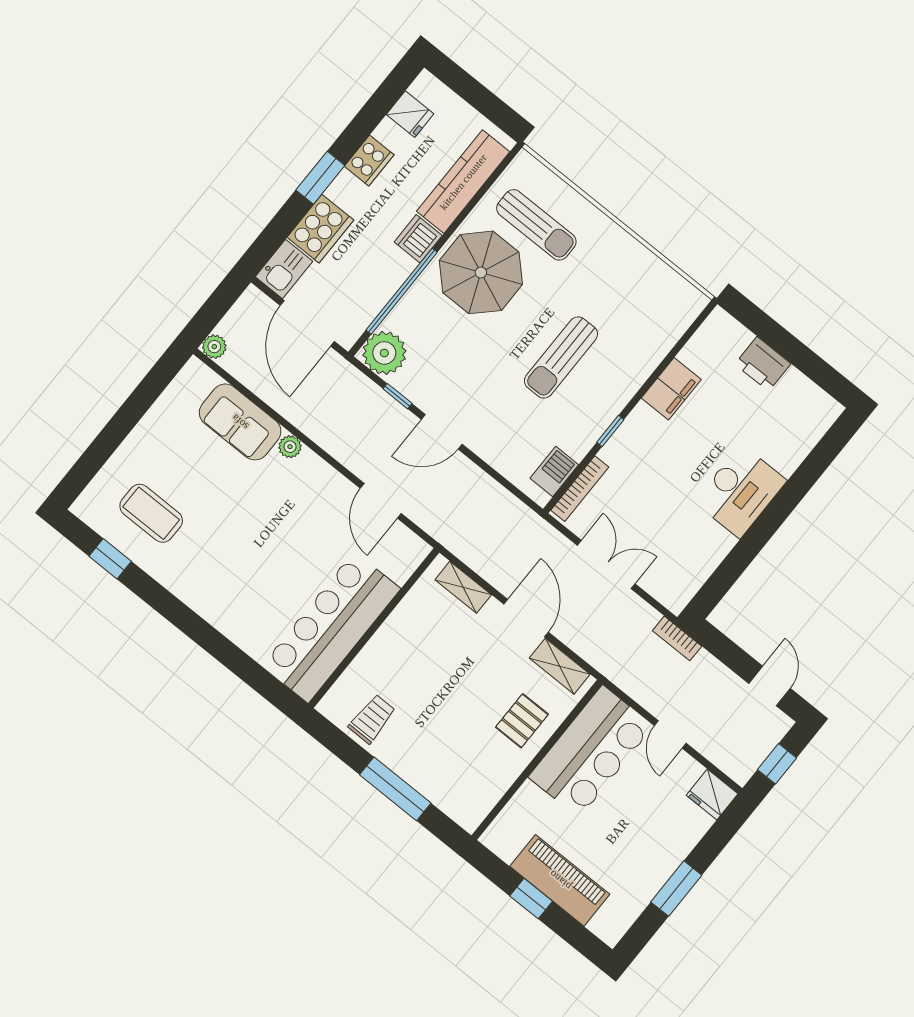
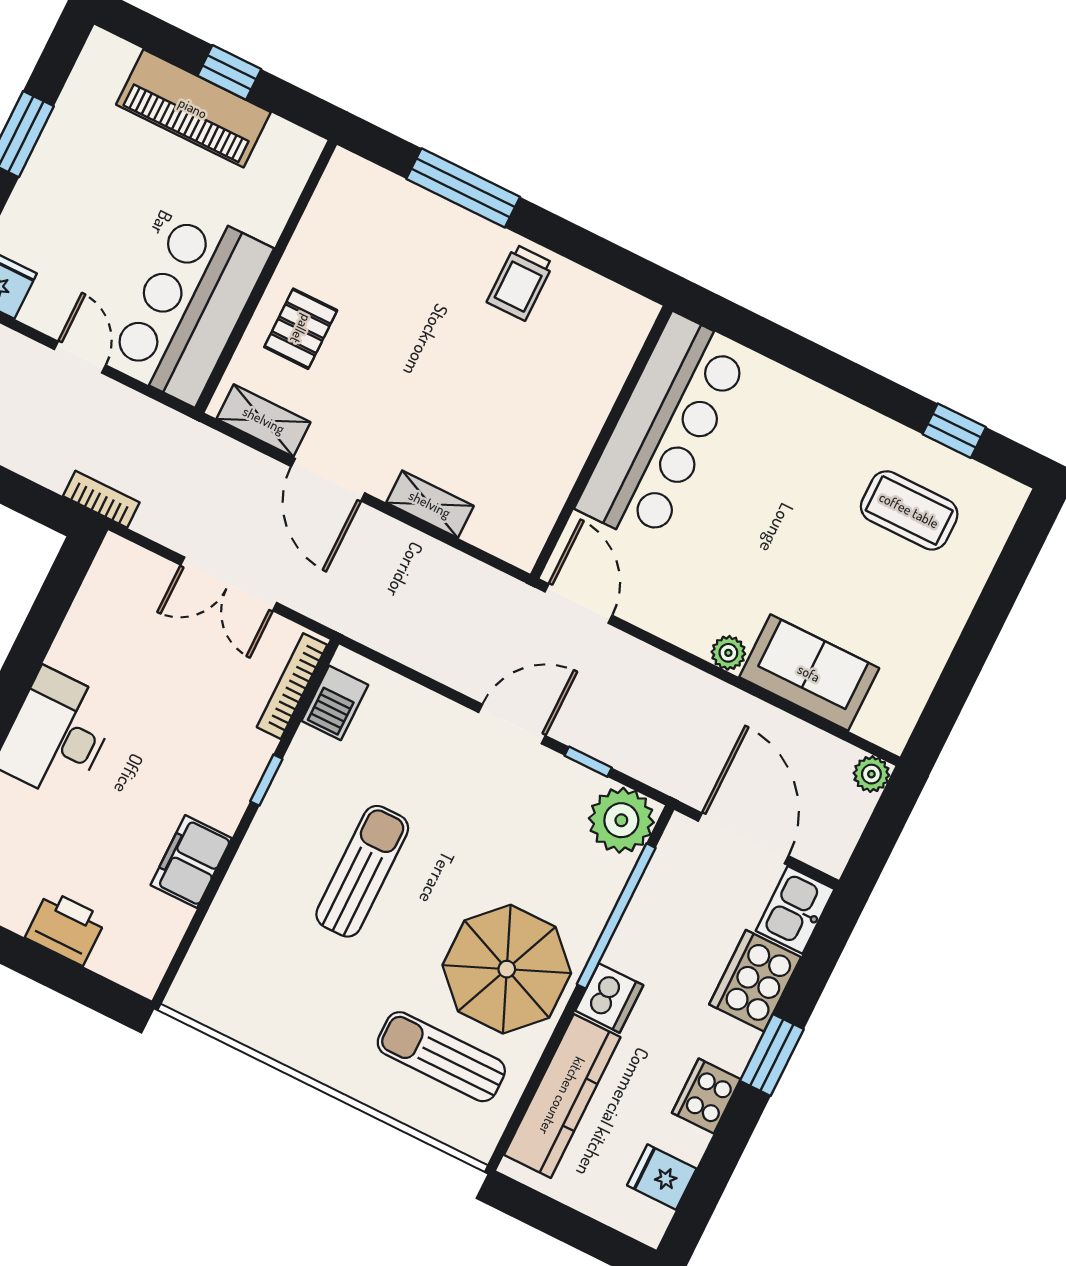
bar counter: (331, 627) -> (663, 429), moved
wall: (374, 628) -> (601, 442), moved

